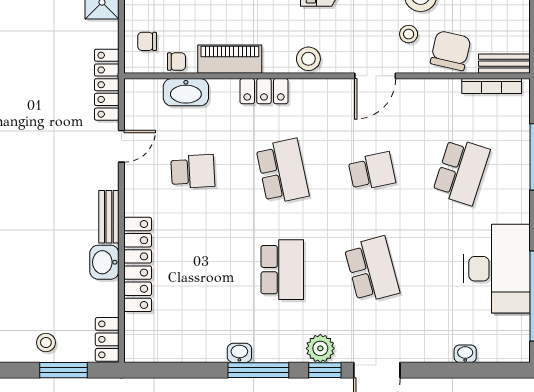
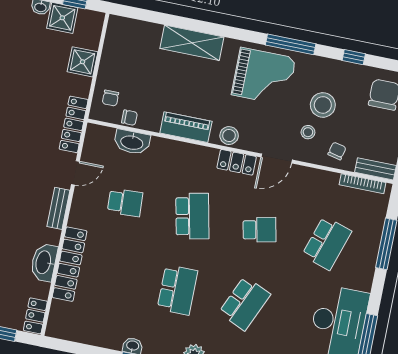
chair: (147, 41) -> (110, 98), turned -90
chair: (451, 51) -> (337, 151), width x0.54, depth x0.54
piano: (230, 59) -> (186, 127), moved
locker: (264, 91) -> (237, 162), moved
bench: (109, 217) -> (58, 208), moved
washbasin: (104, 262) -> (44, 262), width x1.38
school desk: (372, 270) -> (245, 303), turned 39

